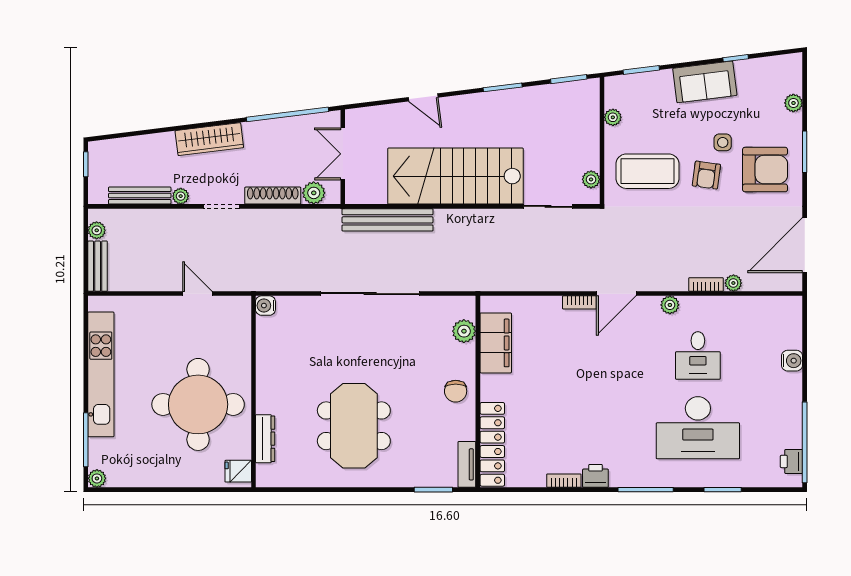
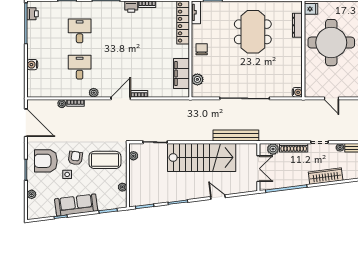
sofa: (705, 82) -> (76, 205), width x1.36
door: (805, 245) -> (26, 123), hinge flipped
desk: (698, 428) -> (80, 31), width x0.53, depth x0.77

